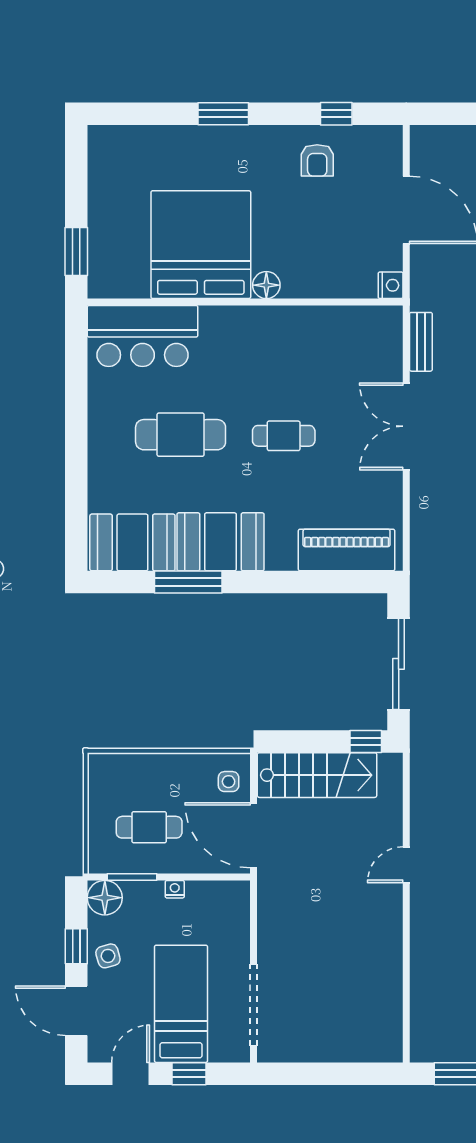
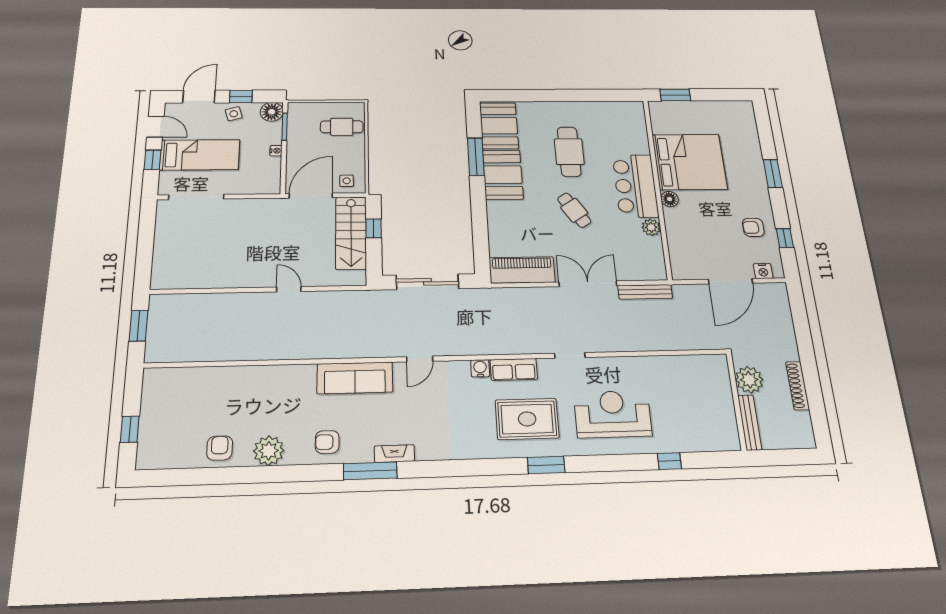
nightstand: (391, 285) -> (763, 271), moved
plant: (315, 320) -> (651, 227), added
bar counter: (143, 336) -> (635, 186), moved
bench: (421, 342) -> (645, 292), width x1.36
cafe table: (284, 436) -> (574, 210), turned -33
piano: (347, 550) -> (522, 270), moved, turned -90
window: (366, 741) -> (374, 228), moved
cafe table: (149, 827) -> (342, 127), moved, turned 90

